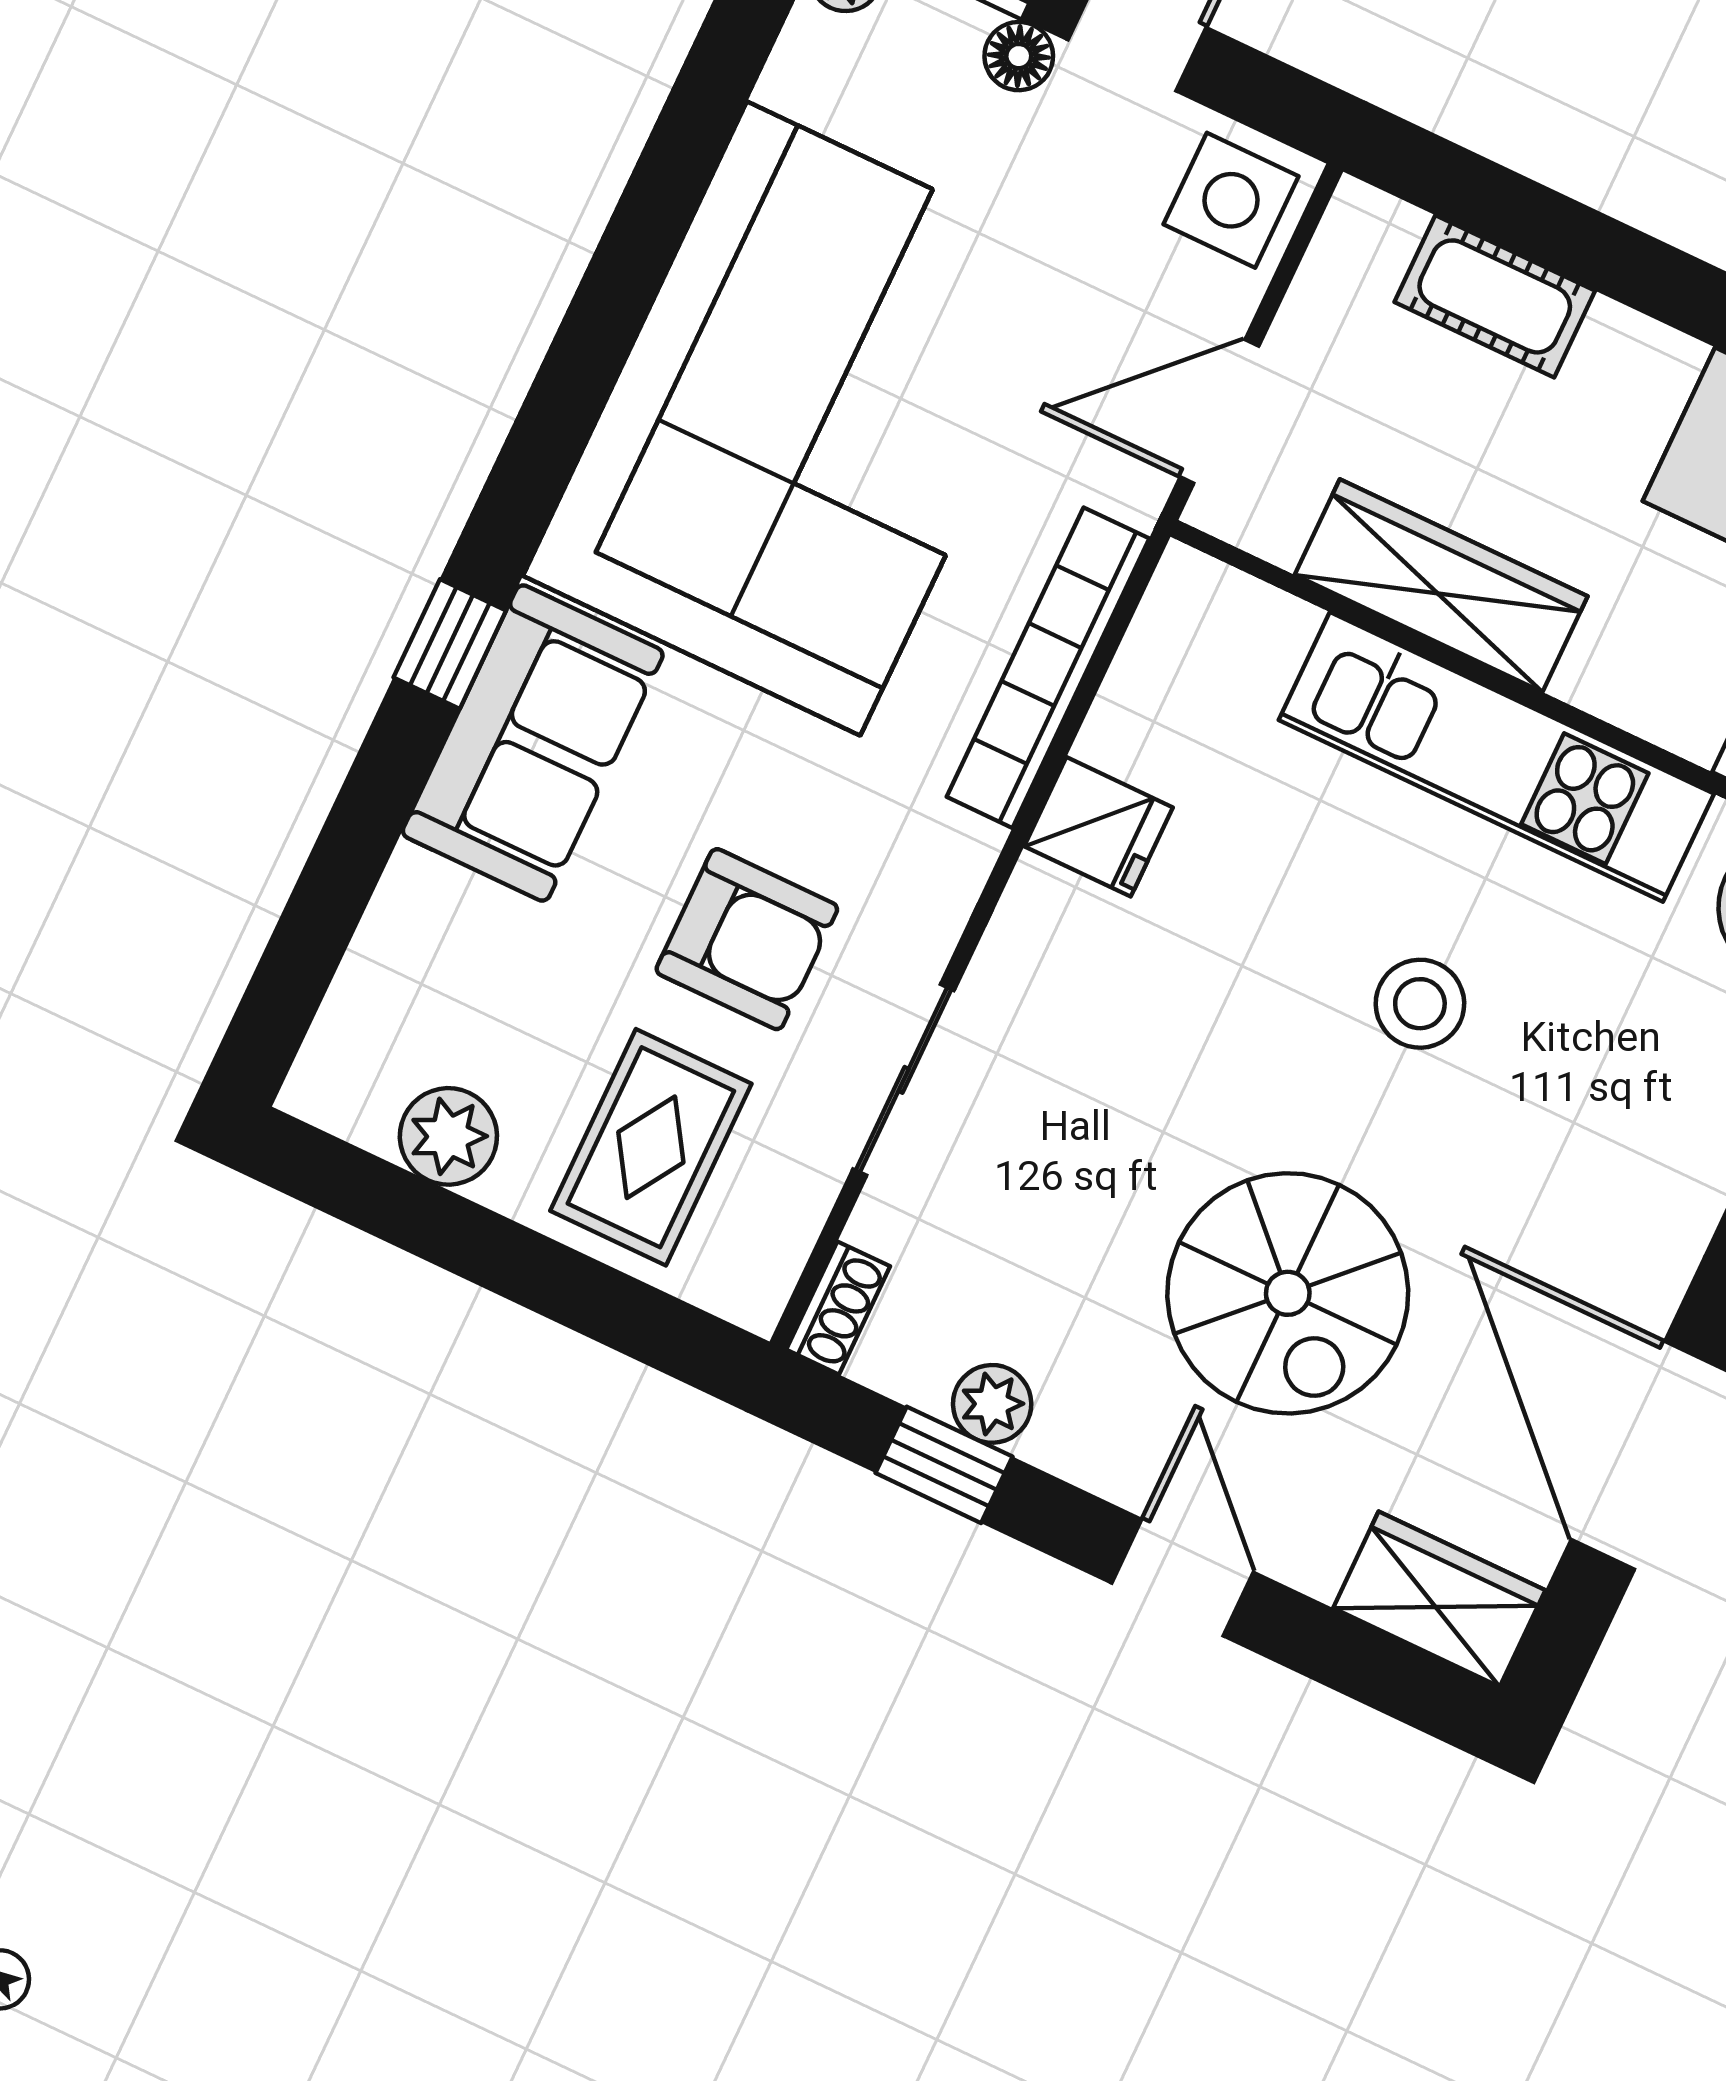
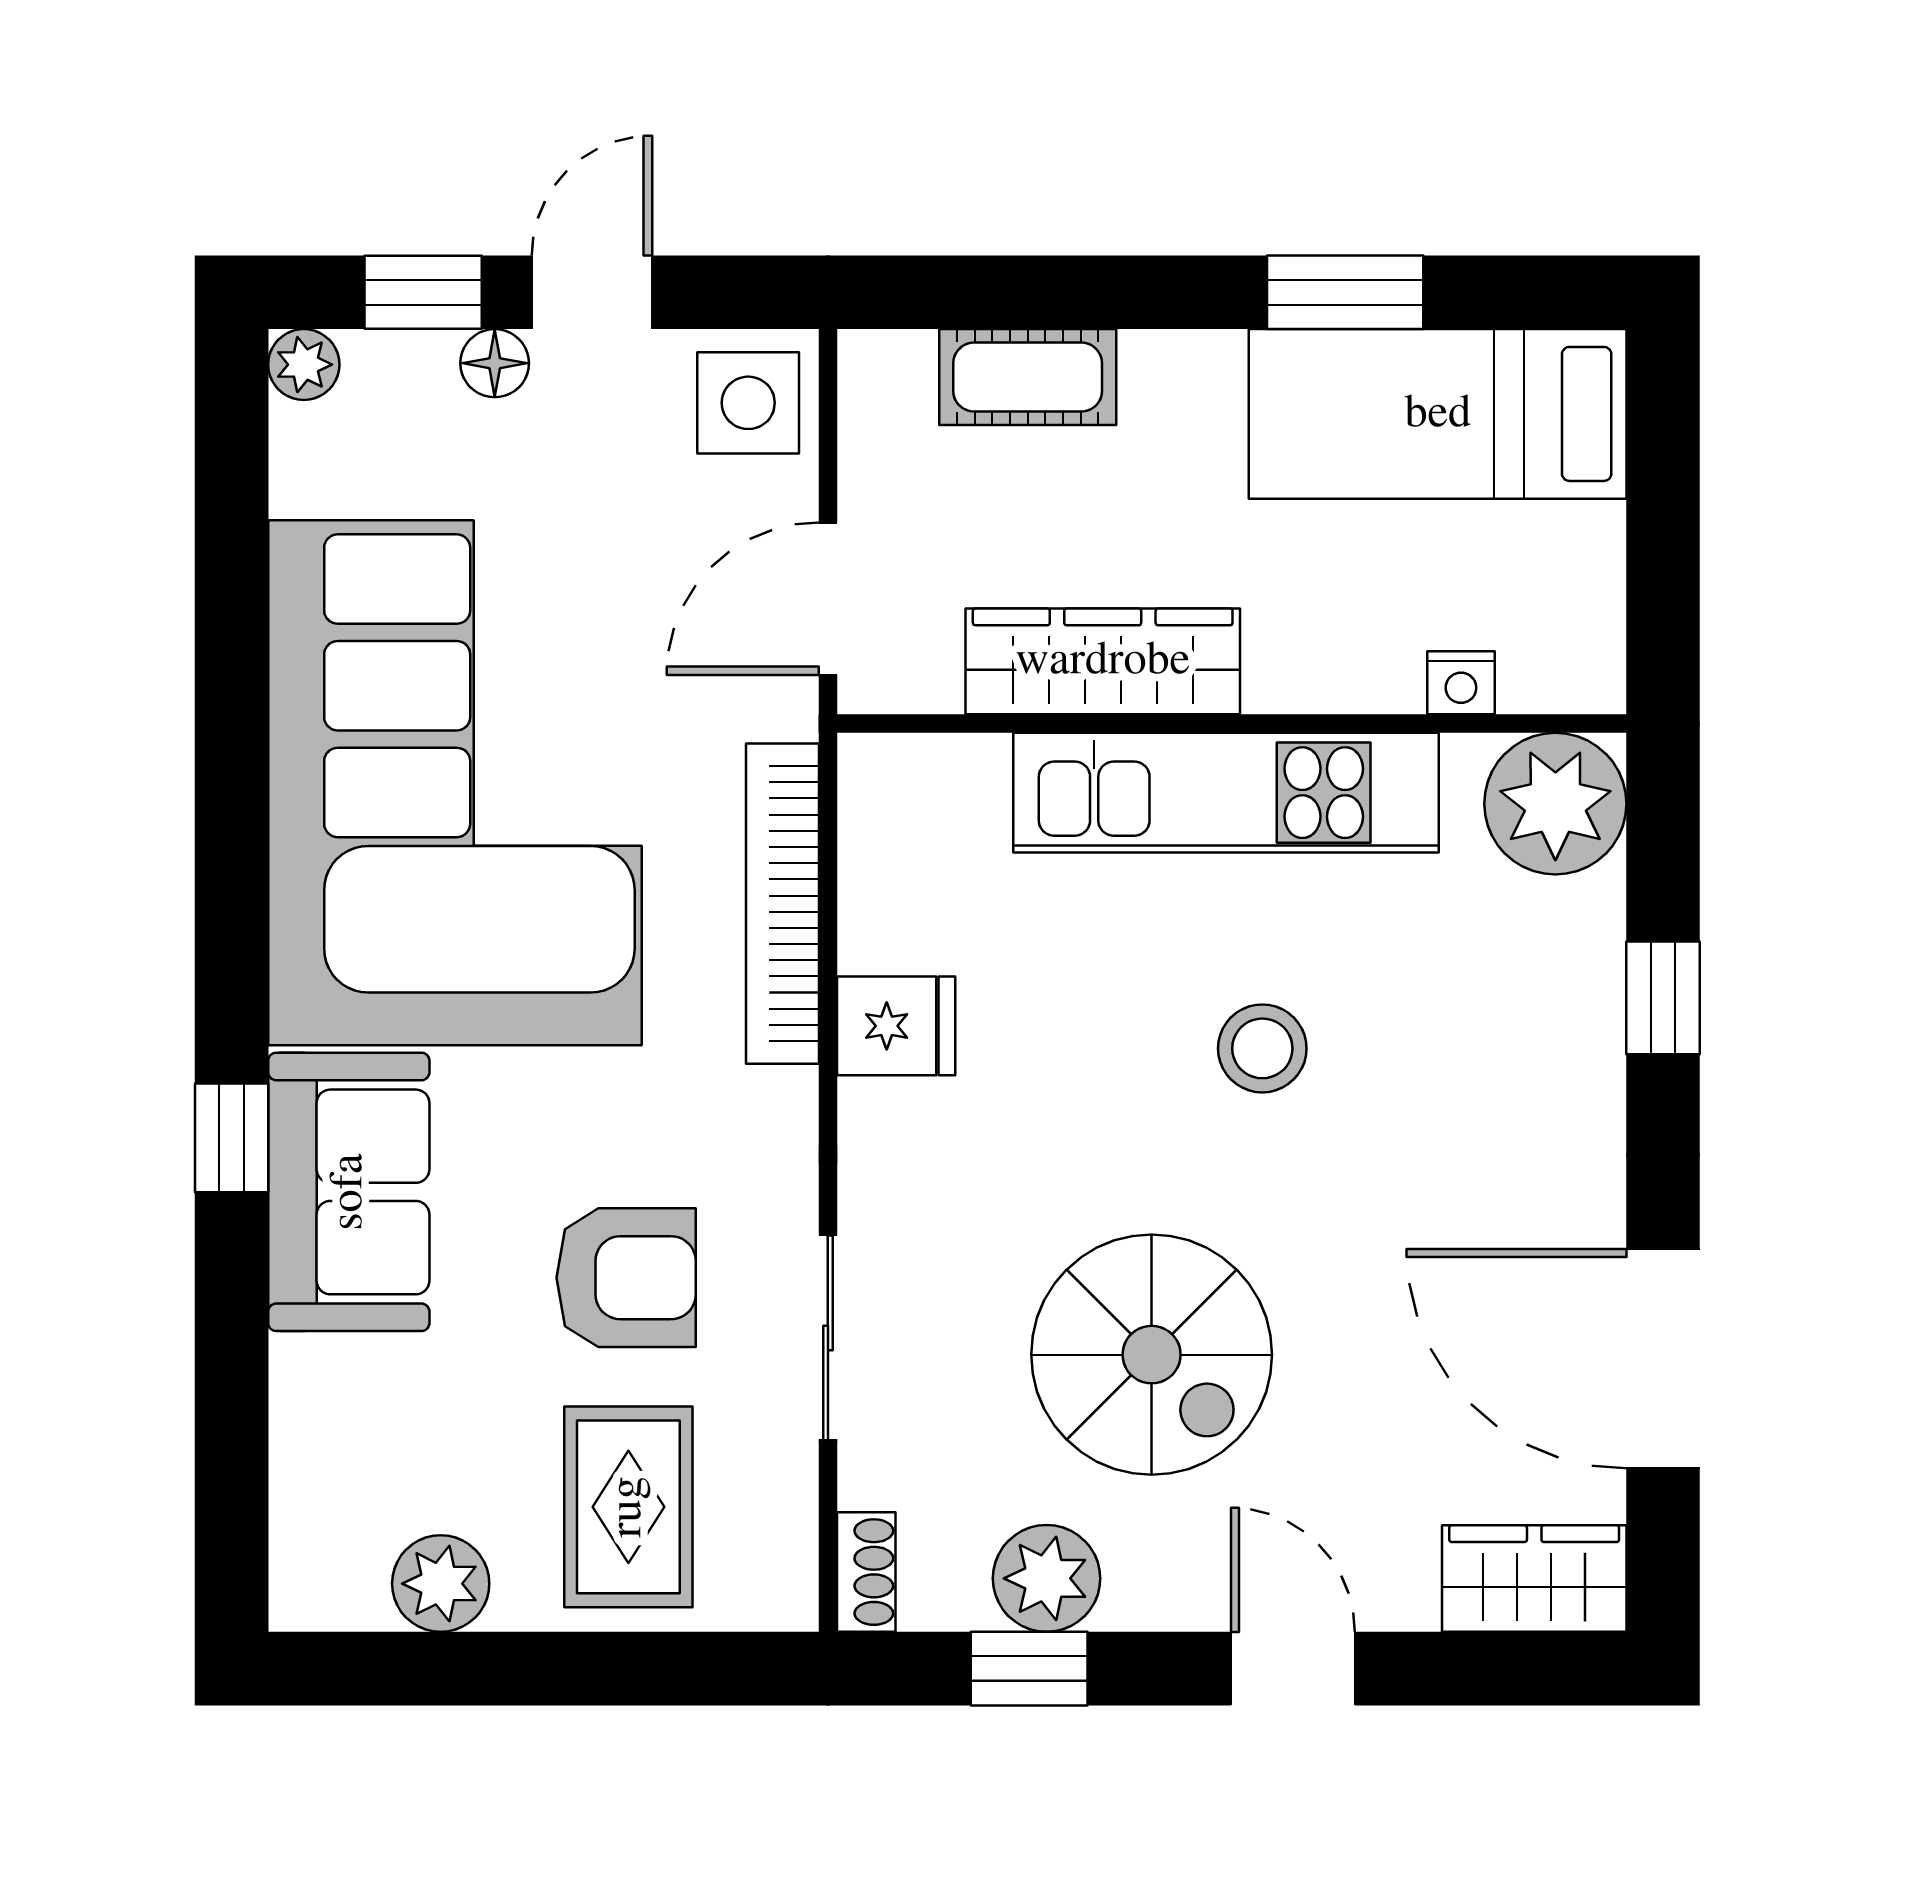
spiral stairs: (1288, 1293) -> (1152, 1355), moved
plant: (992, 1404) -> (1047, 1578), width x1.38, depth x1.38

